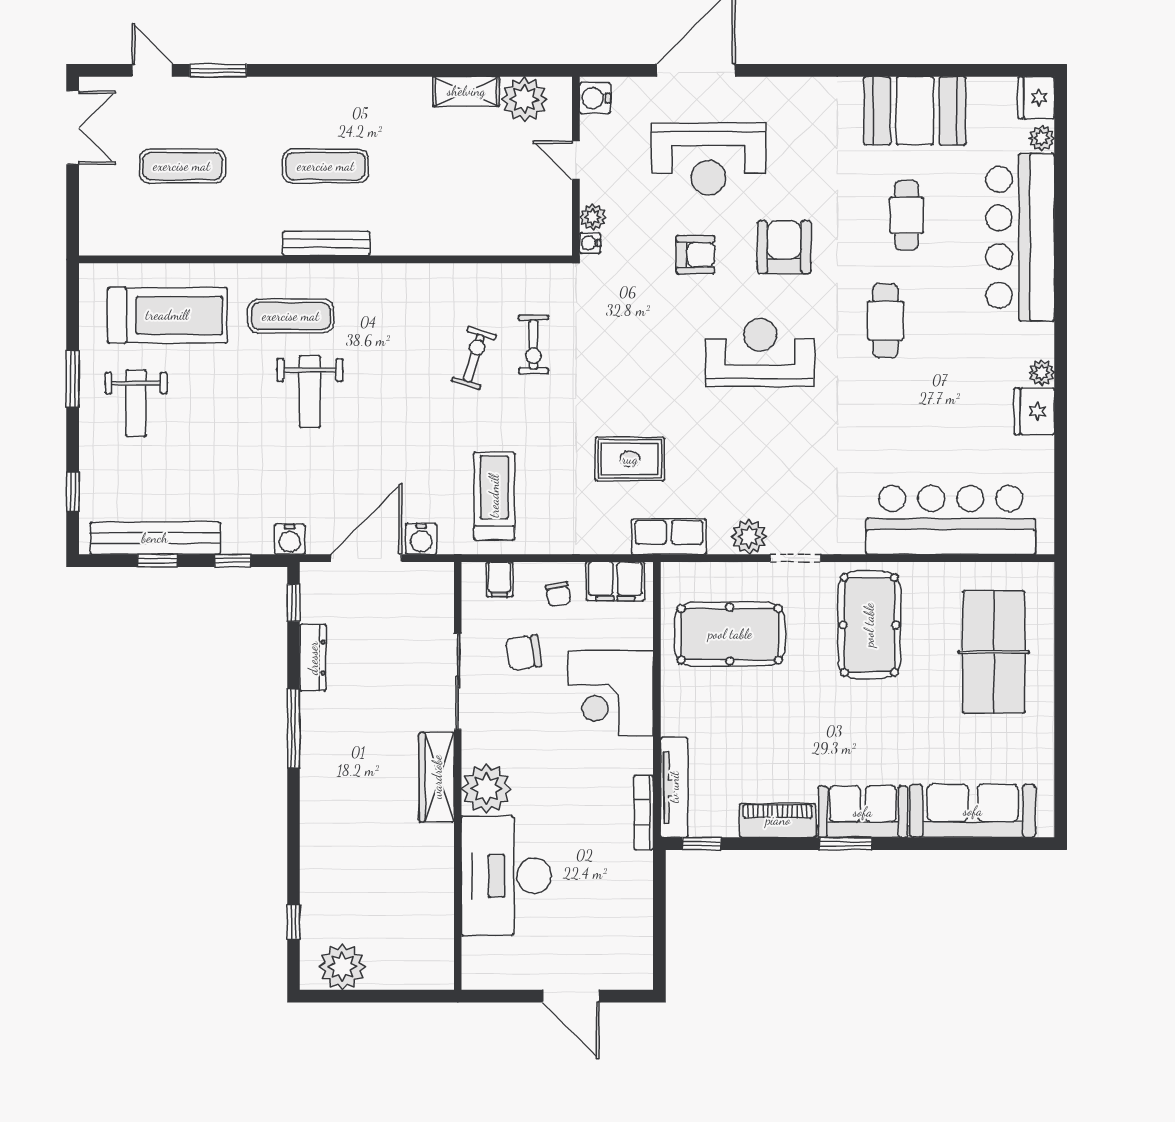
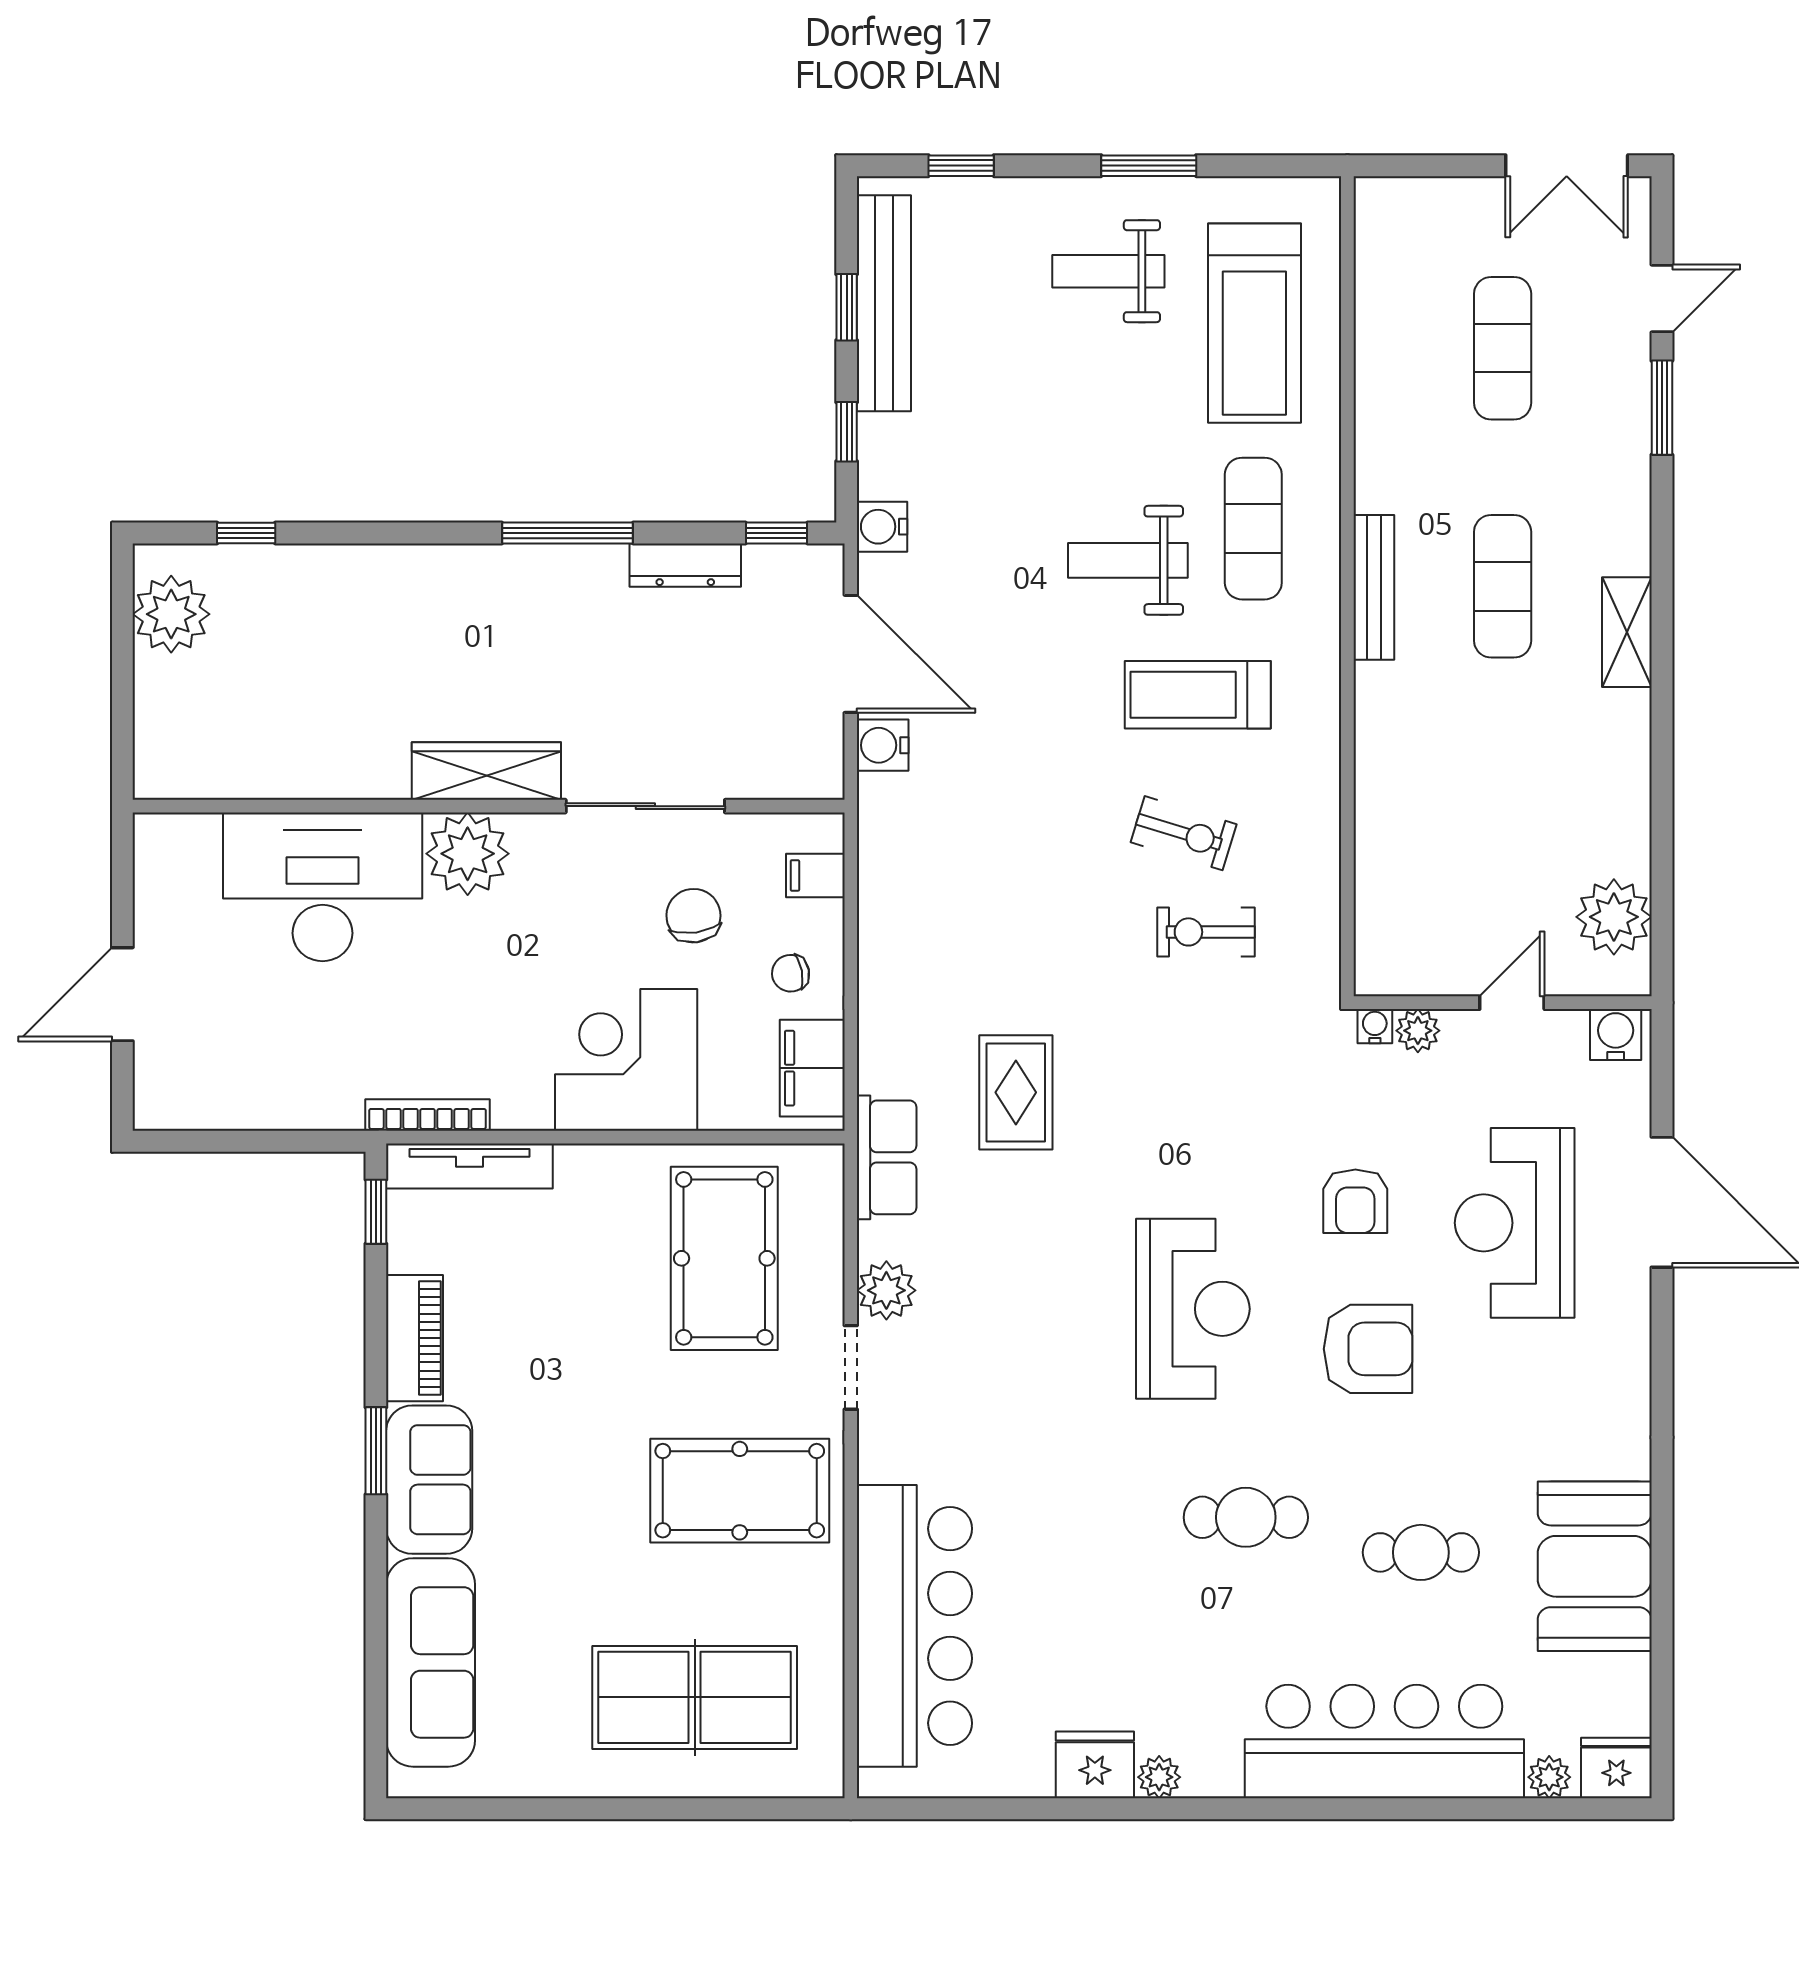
shelving: (466, 91) -> (1627, 632), moved
treadmill: (494, 496) -> (1198, 695), moved, turned 180

